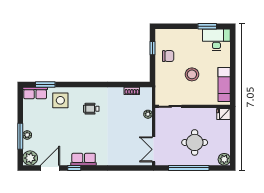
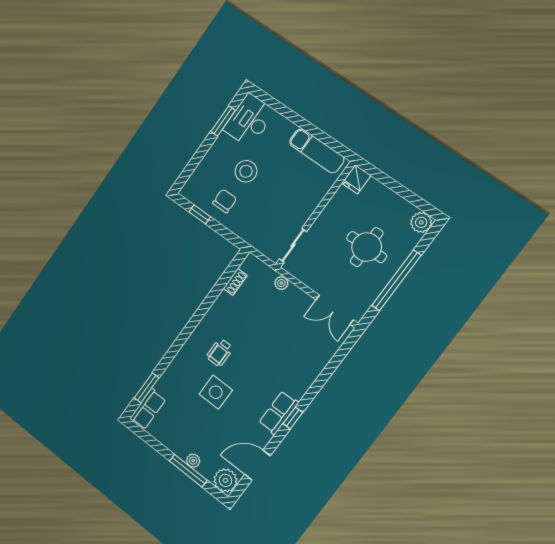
stool: (192, 74) -> (246, 171), moved
side table: (60, 100) -> (216, 392), moved
door: (50, 168) -> (257, 465), hinge flipped
window: (74, 168) -> (293, 418), moved

